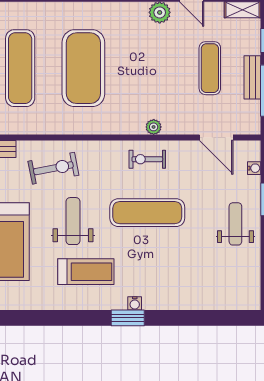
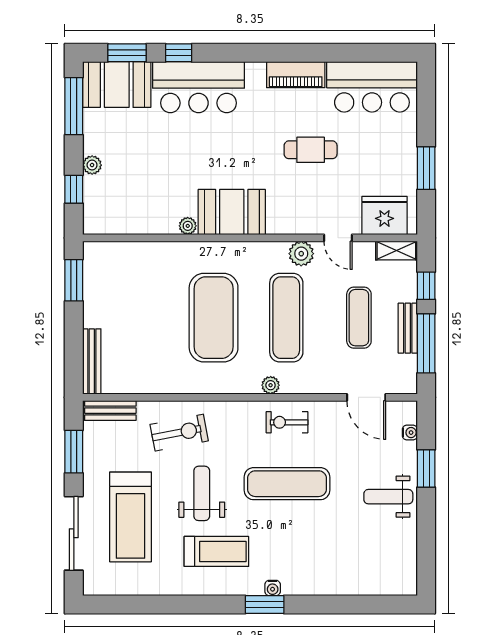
exercise mat: (20, 68) -> (286, 318), moved
plant: (154, 127) -> (271, 385), moved
weight bench: (235, 224) -> (388, 497), turned -90

